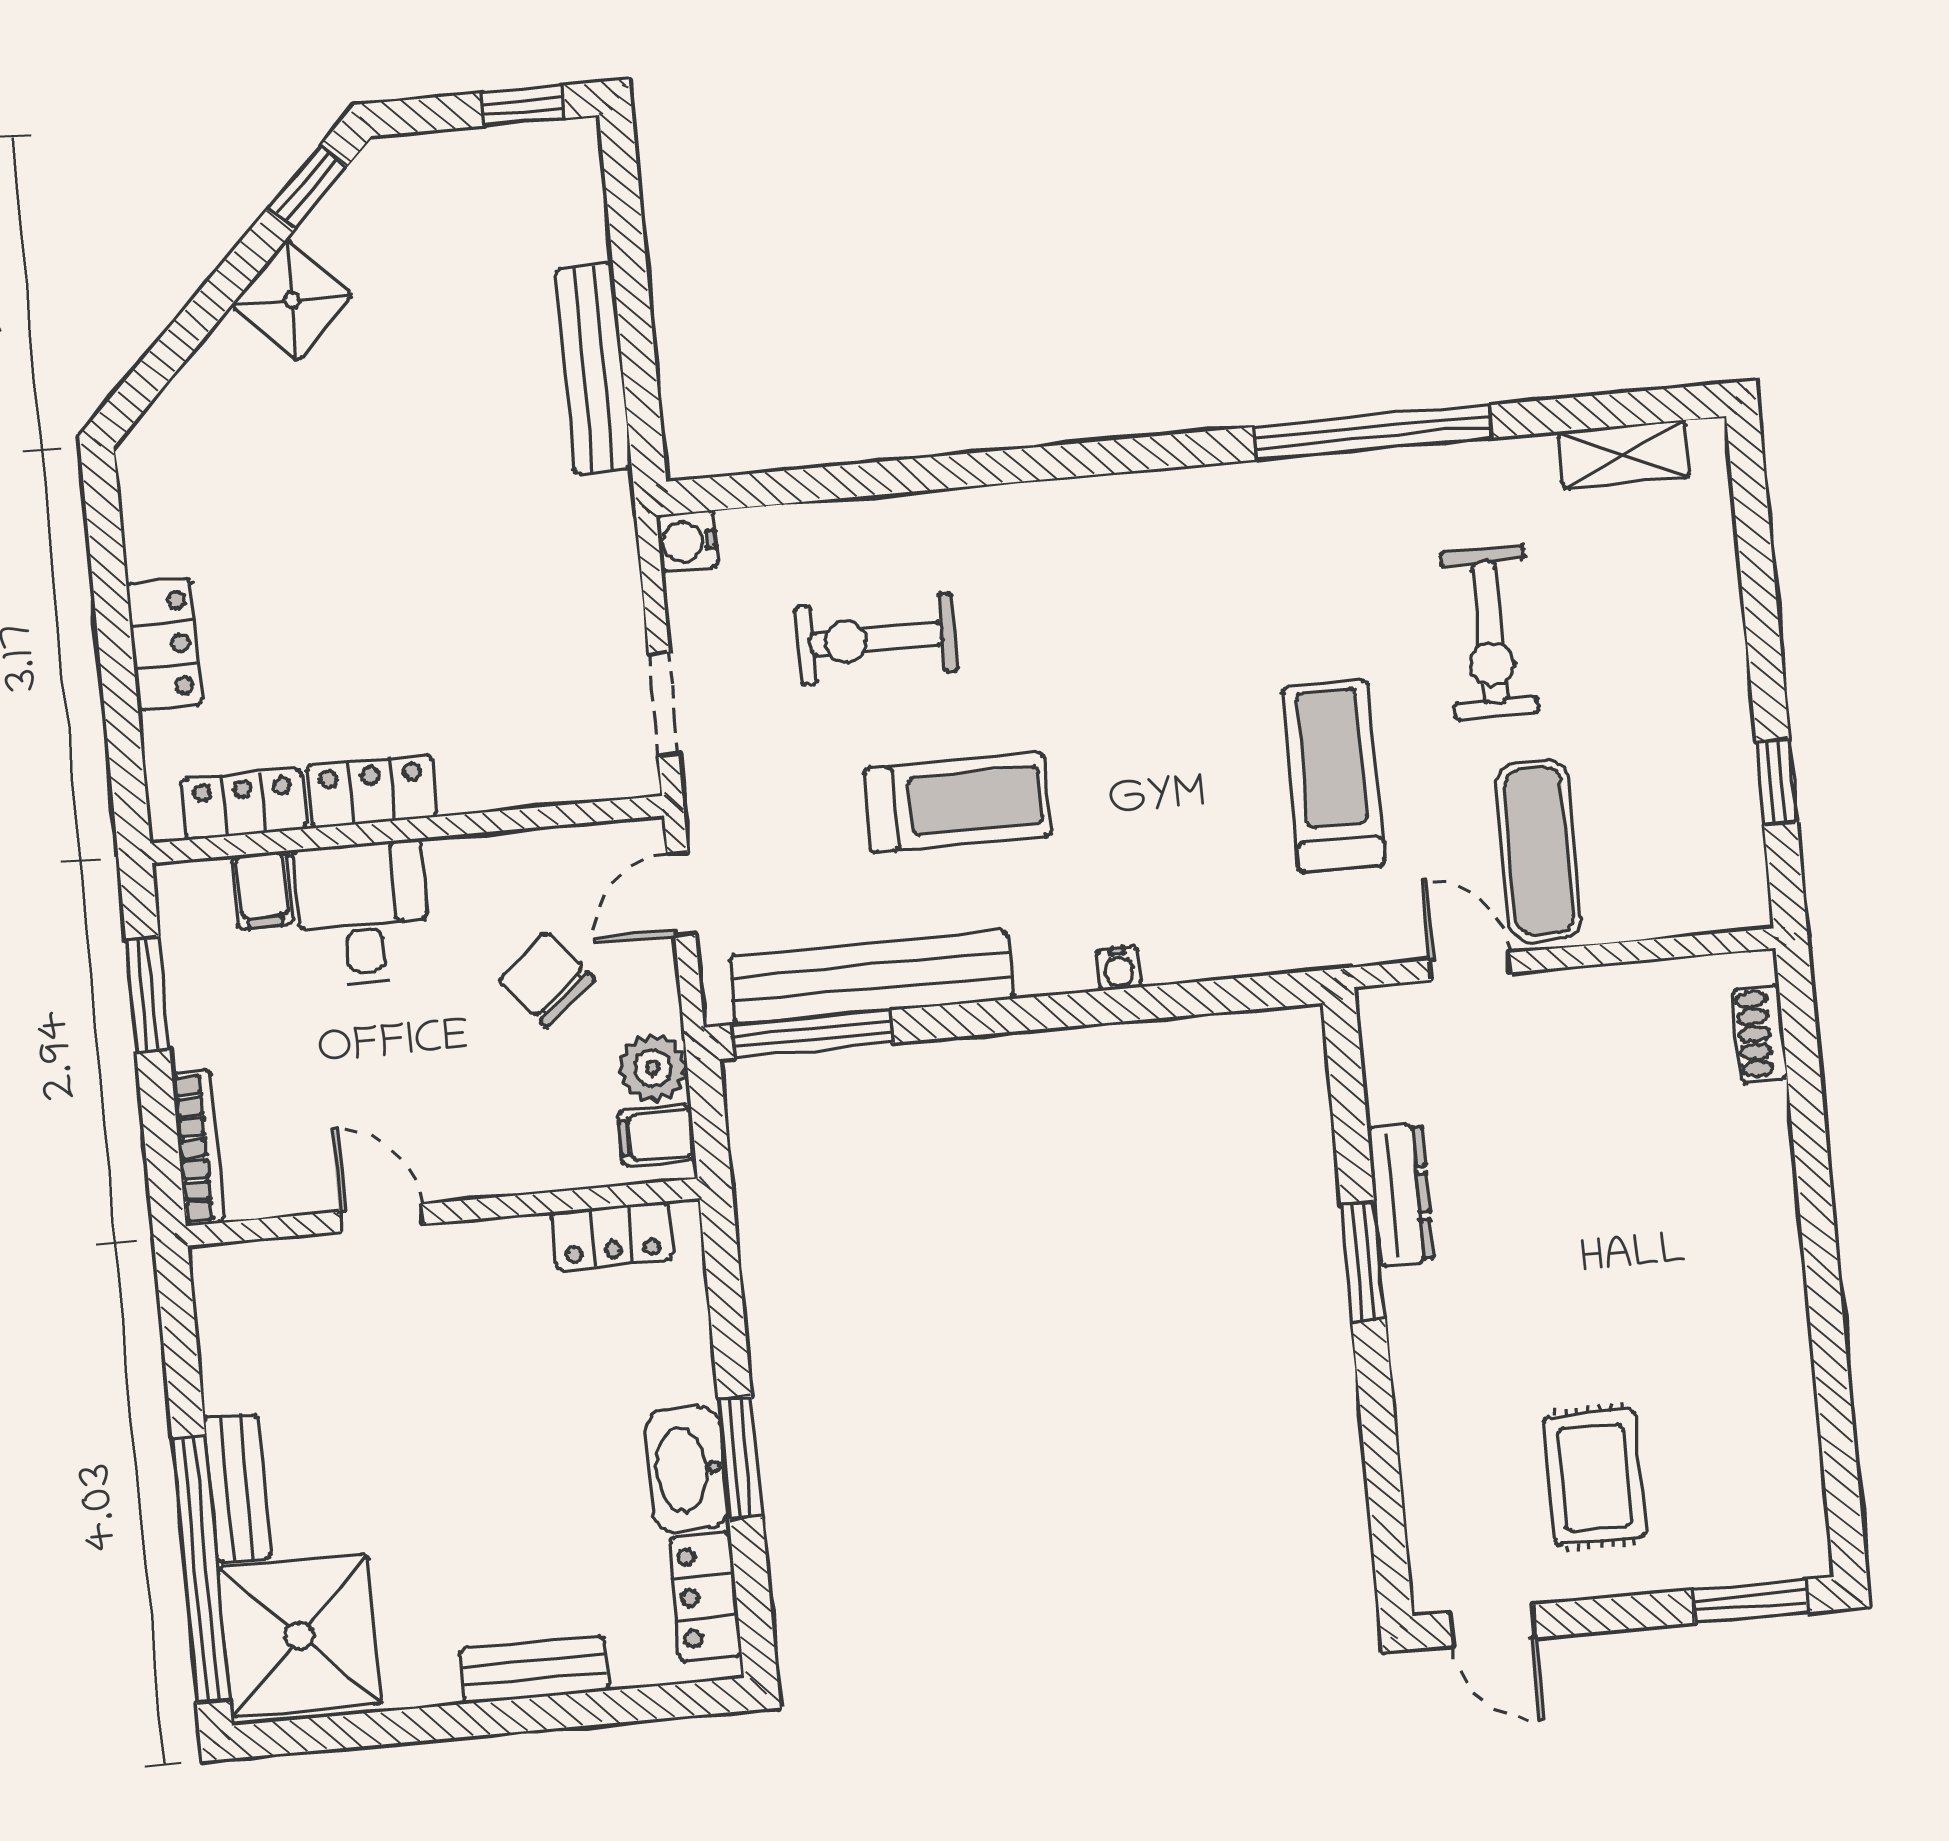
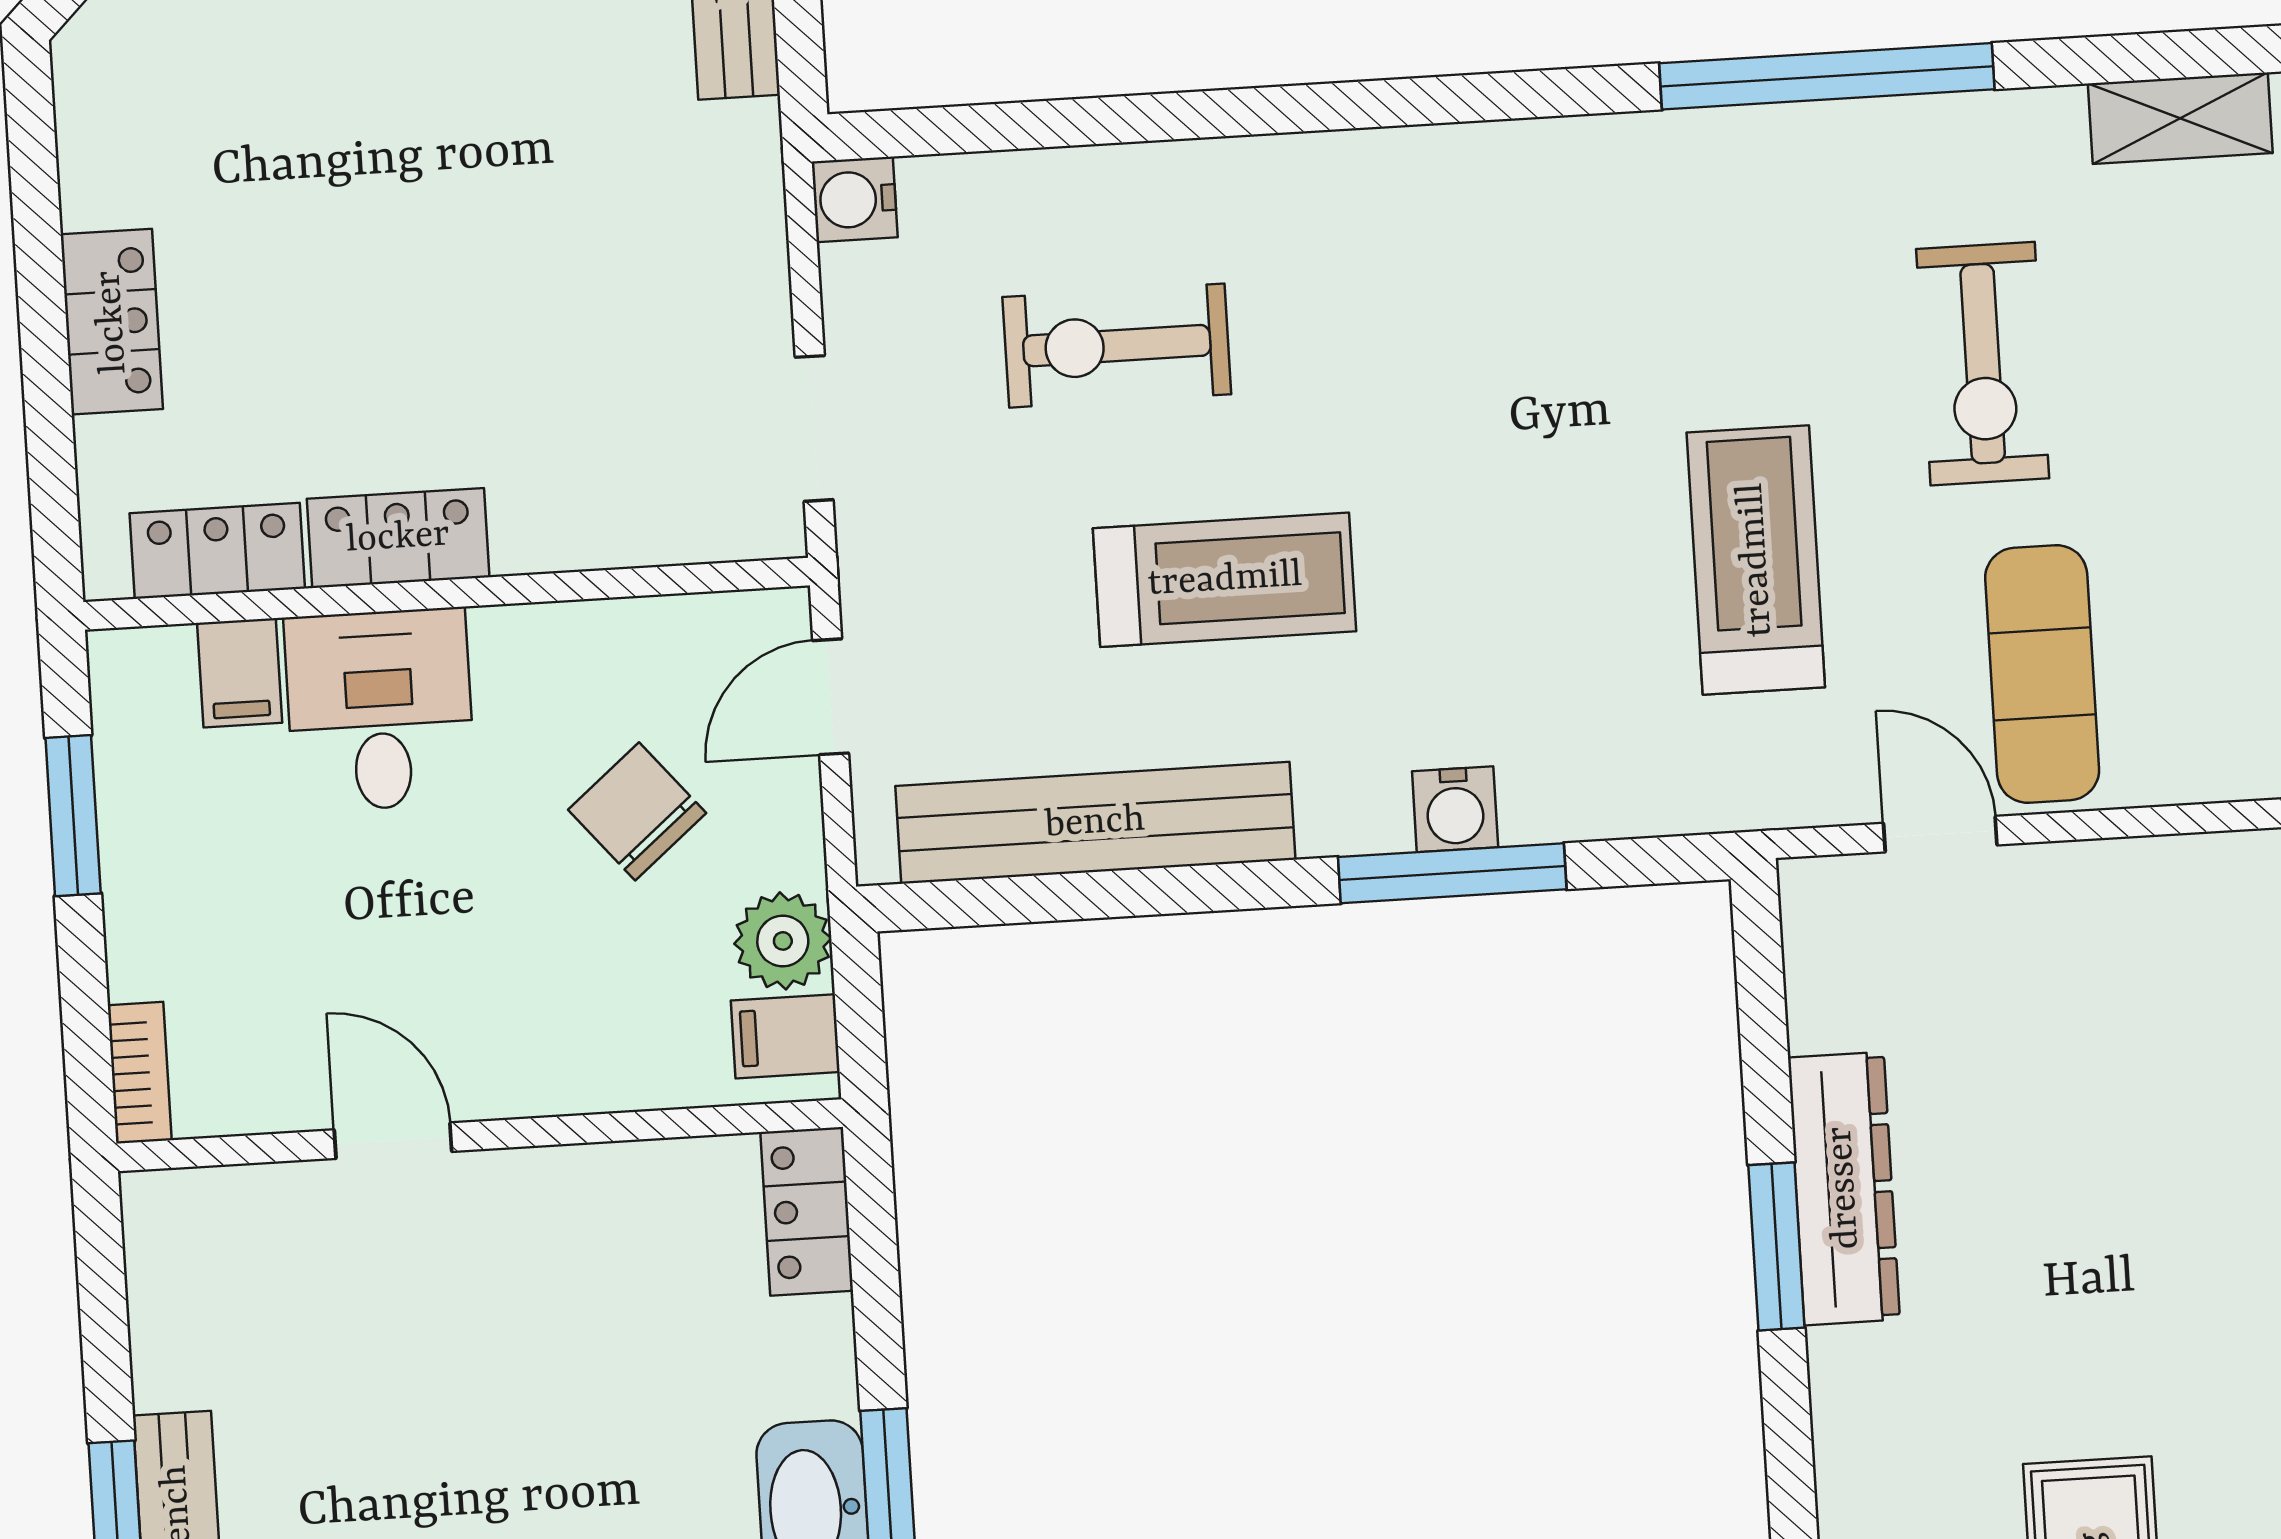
water cooler: (1119, 968) -> (1455, 809), width x1.38, depth x1.38
window: (813, 1034) -> (1452, 873), moved
bookcase: (198, 1148) -> (140, 1073), width x0.64
dresser: (1401, 1195) -> (1844, 1188), width x1.37, depth x1.24
locker: (612, 1236) -> (807, 1211), moved, turned 90

